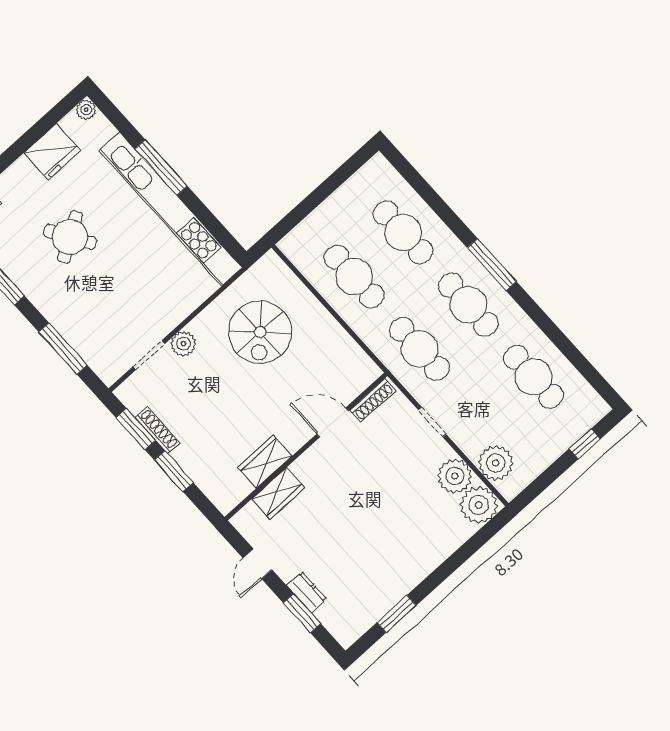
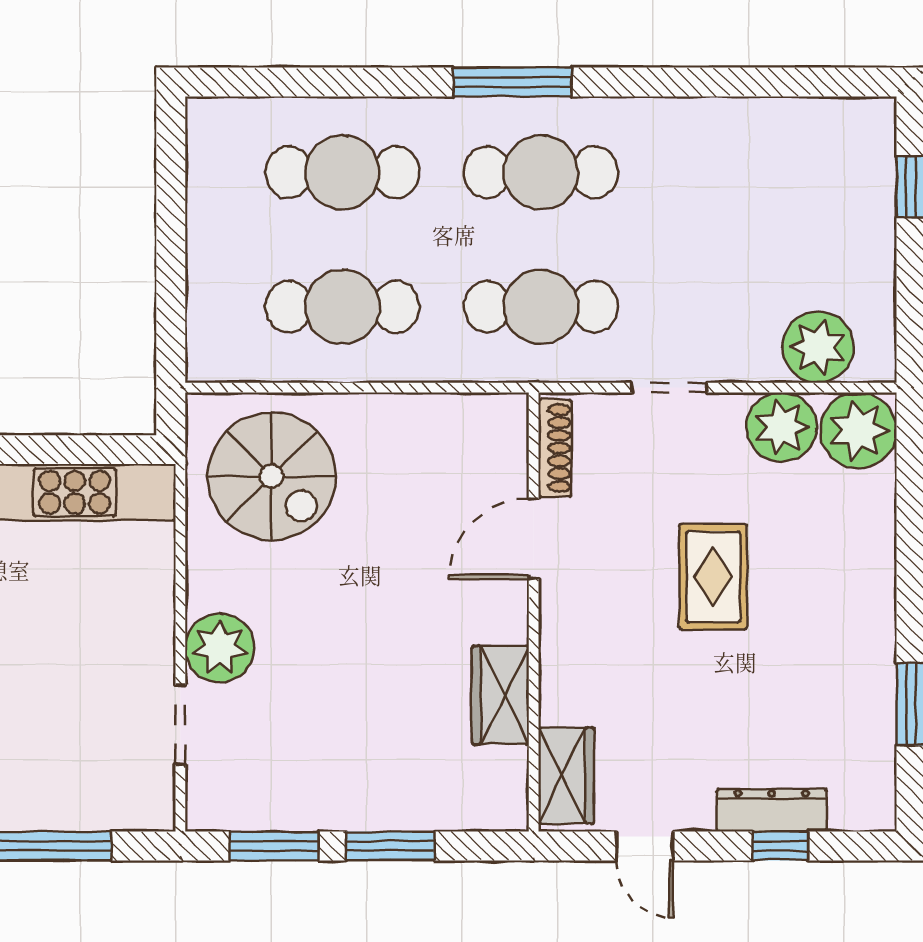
spiral stairs: (260, 332) -> (272, 476), moved
plant: (183, 344) -> (220, 648), width x1.36, depth x1.36
cafe table: (534, 377) -> (739, 172), removed
shoe rack: (158, 430) -> (306, 815), removed
wardrobe: (278, 493) -> (566, 776), moved
rug: (378, 500) -> (713, 577), added
dresser: (307, 592) -> (772, 810), width x1.44
window: (302, 613) -> (780, 846), width x0.67

